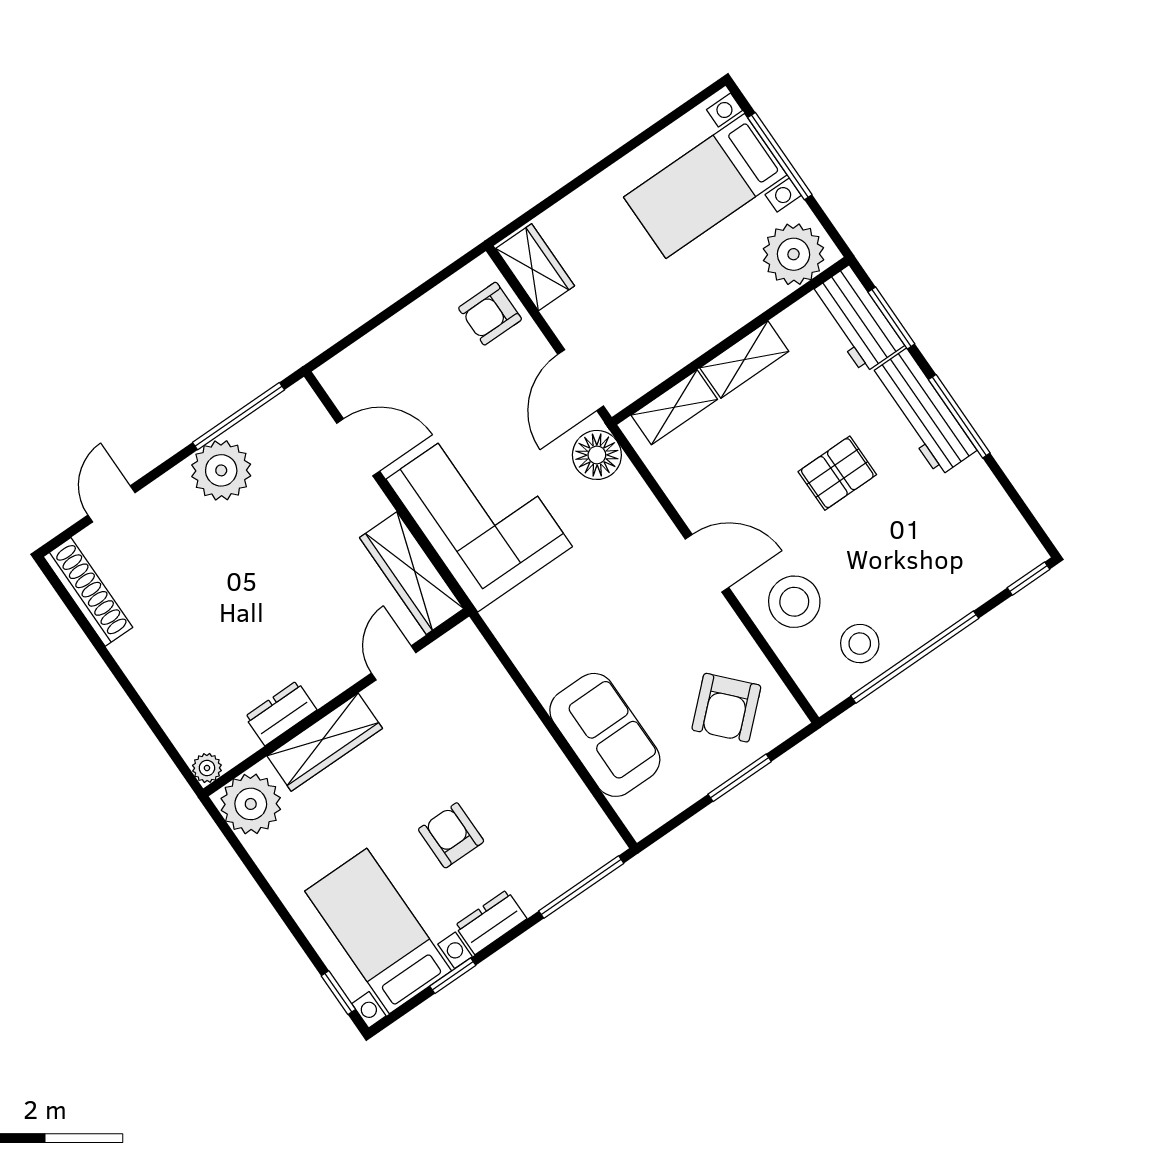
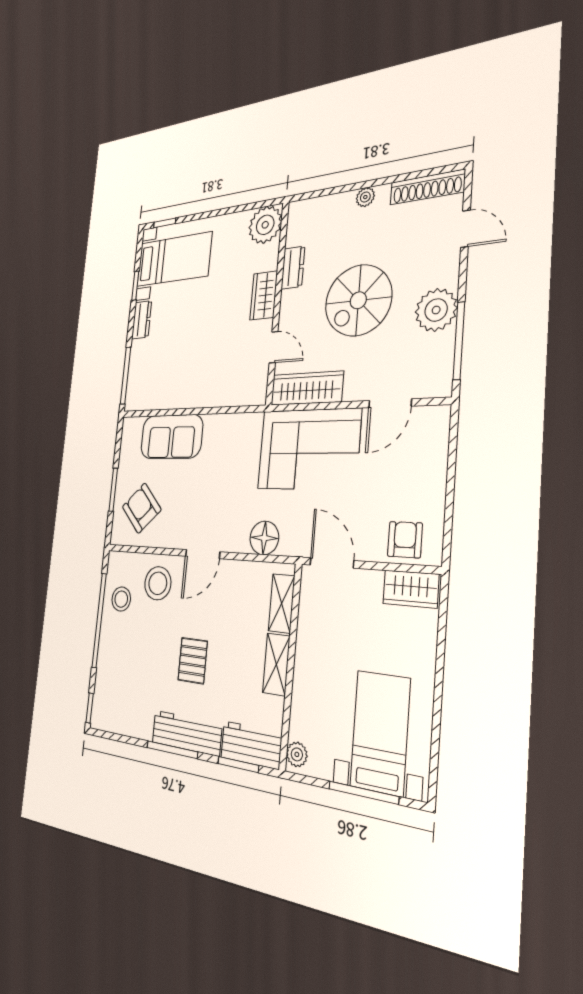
plant: (794, 254) -> (297, 754), width x0.53, depth x0.53
floor lamp: (597, 455) -> (264, 538), moved
spiral stairs: (267, 583) -> (358, 300), added
wardrobe: (325, 742) -> (264, 295), width x0.67
plant: (207, 768) -> (365, 197), moved
armchair: (451, 835) -> (185, 325), removed

